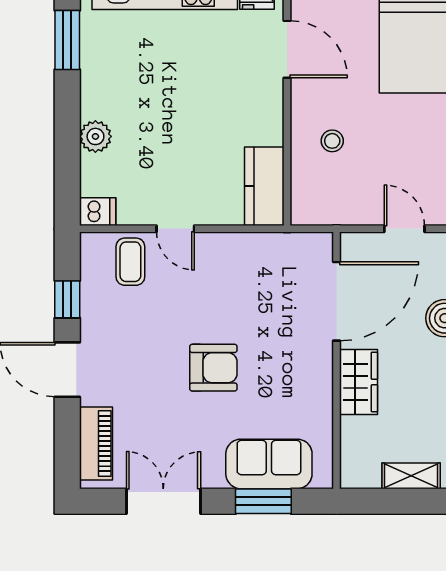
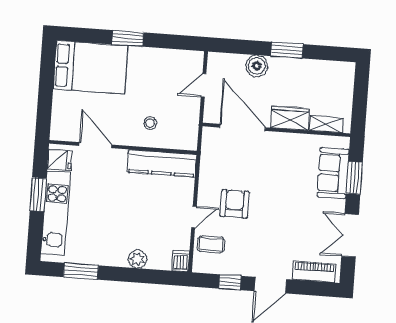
door: (287, 49) -> (95, 145), hinge flipped
kitchen counter: (264, 186) -> (162, 163), width x1.50
armchair: (213, 368) -> (234, 204), moved
shelving: (411, 476) -> (326, 124), moved, turned 90

